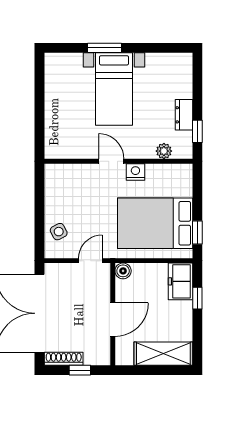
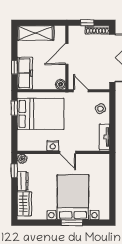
wardrobe: (181, 78) -> (24, 204), added
bed with nightstands: (114, 89) -> (73, 197), width x1.36
plant: (164, 151) -> (22, 159), moved
tv unit: (52, 186) -> (104, 137), added
door: (90, 261) -> (81, 91), swing flipped
freezer: (181, 281) -> (25, 73), width x1.40

